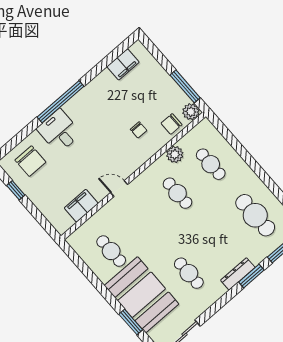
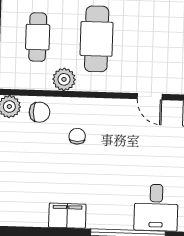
filing cabinet: (123, 64) -> (67, 216), moved
cafe table: (178, 193) -> (97, 39), width x1.37, depth x1.35

